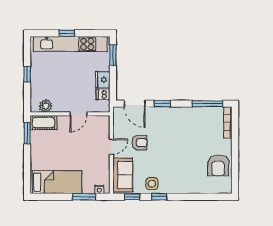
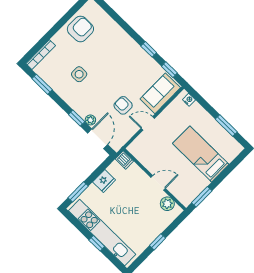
dishwasher: (103, 94) -> (124, 160), moved
window: (208, 104) -> (42, 84), width x0.69
plant: (152, 111) -> (90, 120), added
door: (78, 114) -> (158, 183), moved
cot: (43, 123) -> (181, 193), removed
bed: (56, 182) -> (201, 154), moved
side table: (152, 184) -> (79, 74), moved
window: (84, 197) -> (226, 125), moved

